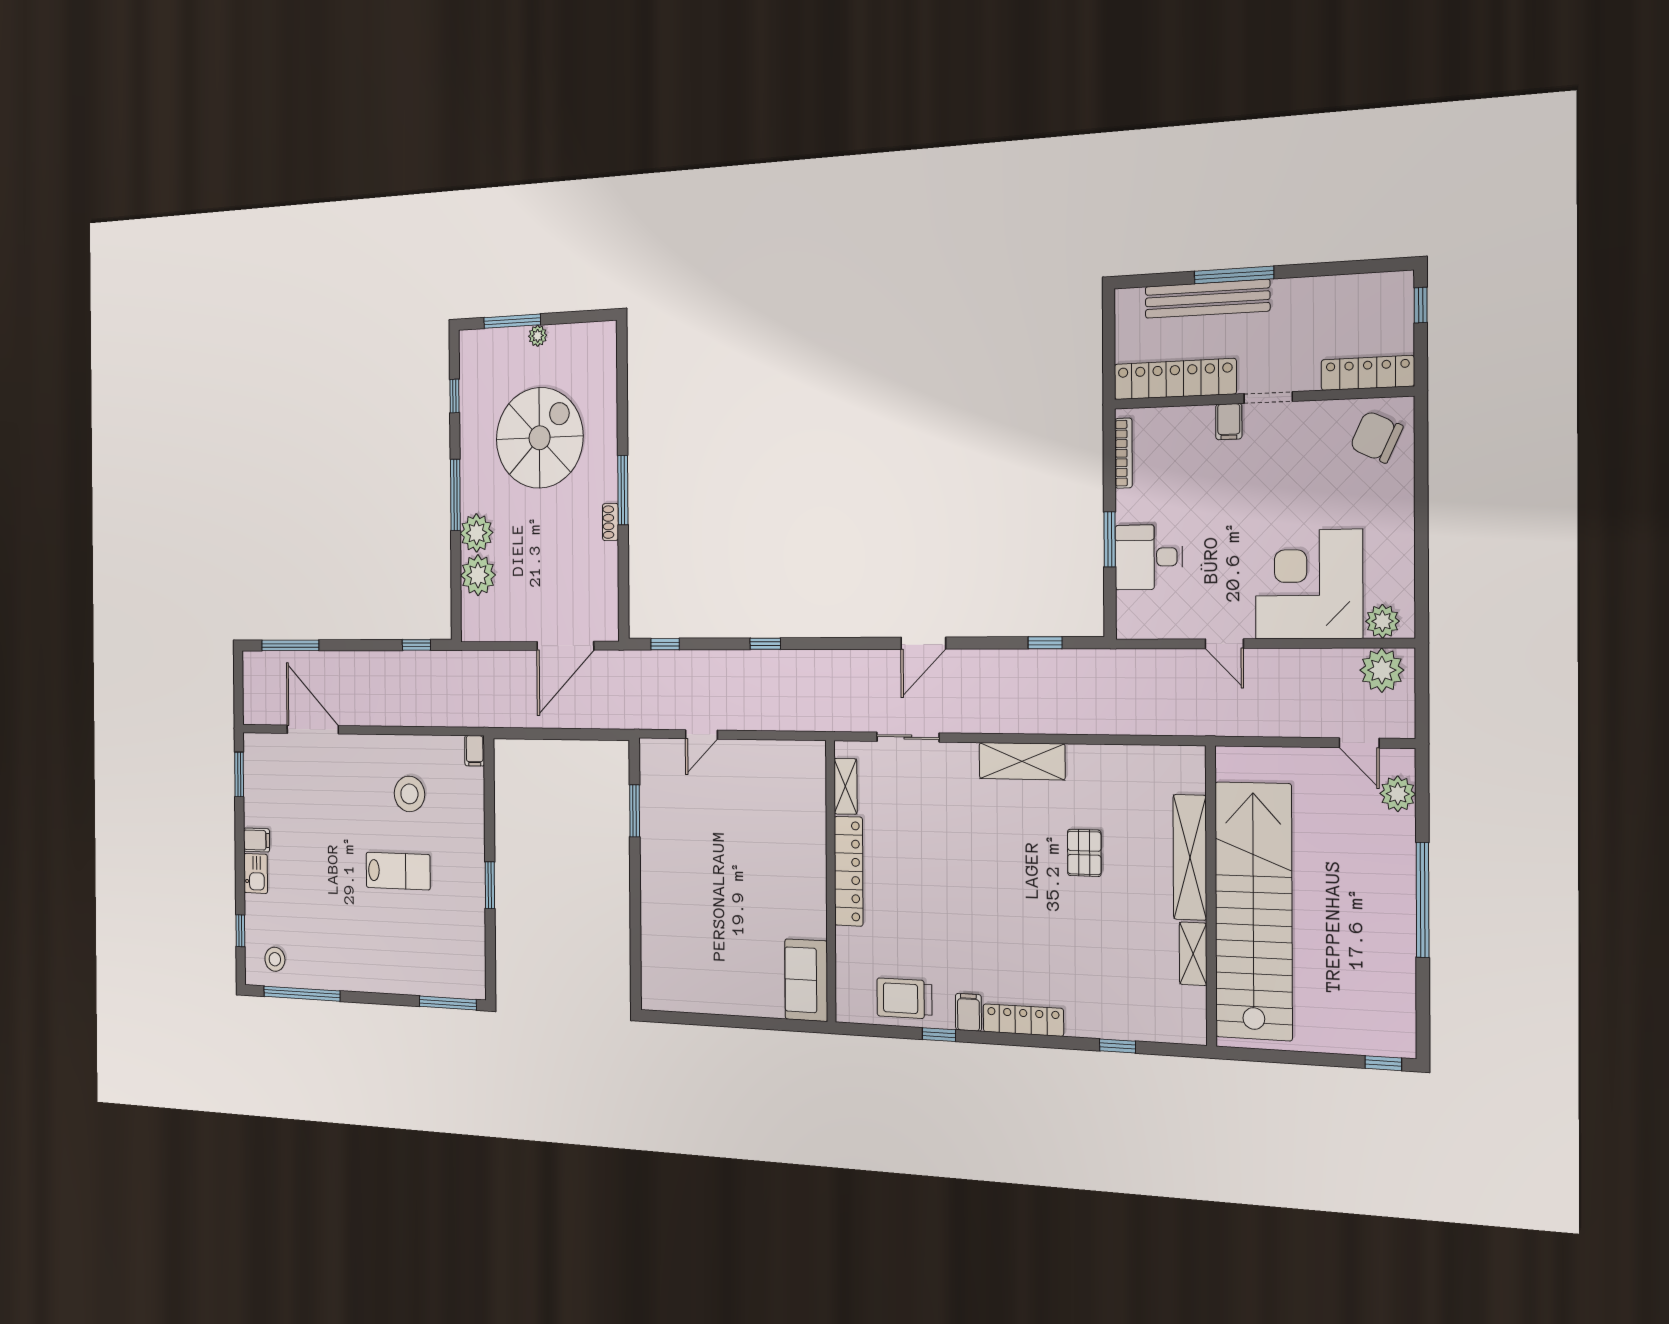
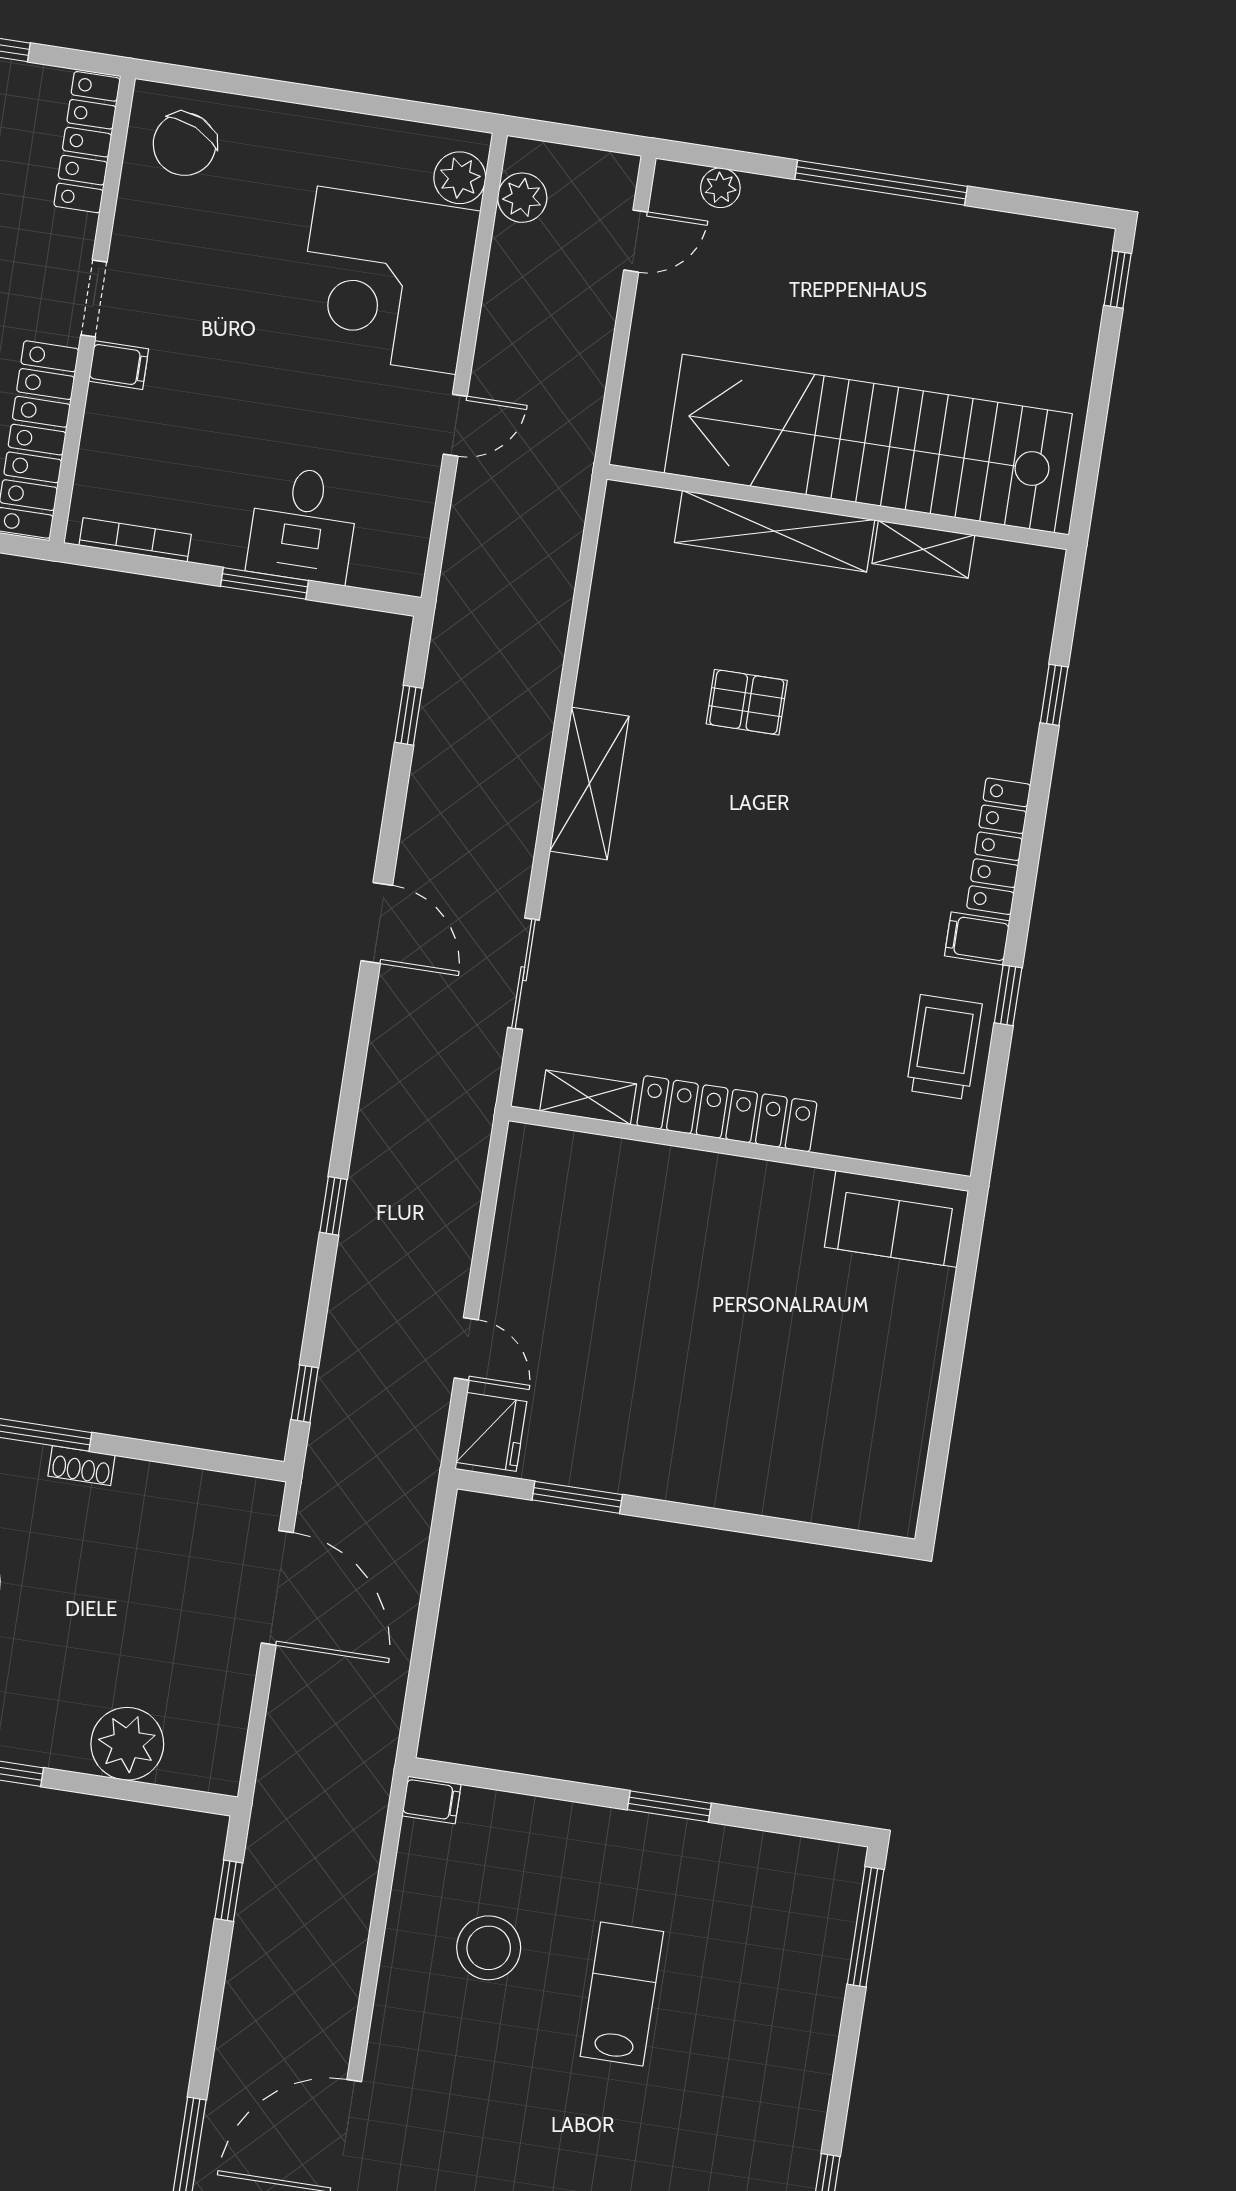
plant: (477, 533) -> (53, 1735), removed
plant: (1382, 670) -> (522, 198), width x0.73, depth x0.73
fridge: (661, 756) -> (491, 1432), added
plant: (1398, 794) -> (720, 188), width x0.73, depth x0.73
trolley: (904, 998) -> (944, 1047), turned 180

